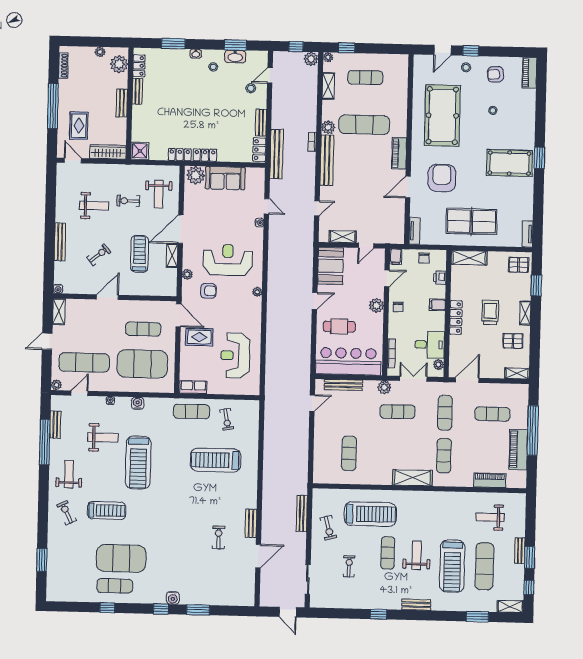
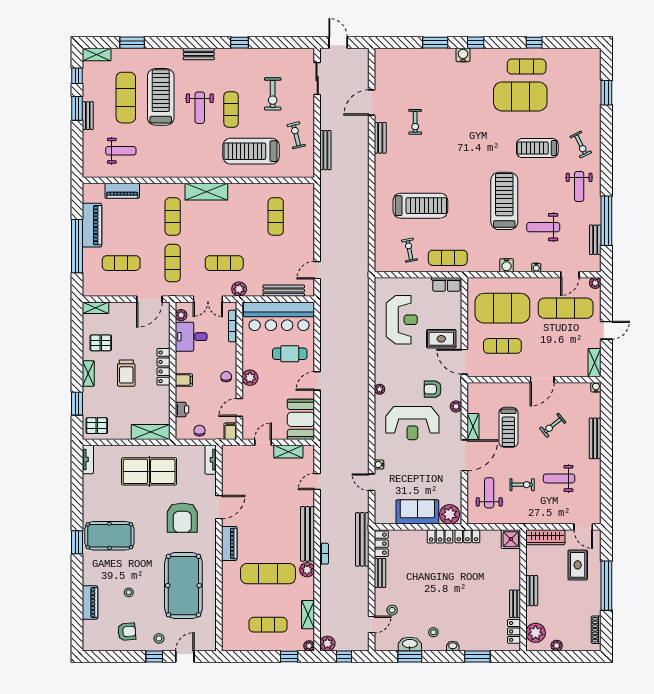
piano: (529, 73) -> (90, 602), moved
exercise bike: (349, 566) -> (273, 94), width x1.38, depth x1.39

